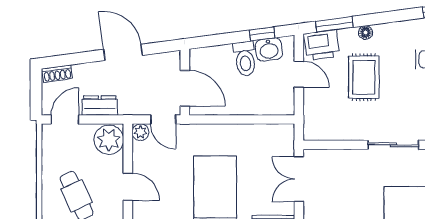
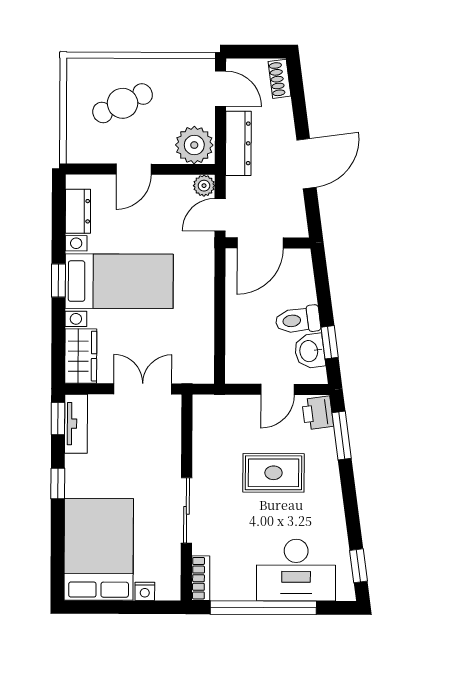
floor lamp: (365, 32) -> (331, 475), removed
printer: (322, 45) -> (318, 413), width x0.73, depth x0.81
dresser: (100, 105) -> (238, 143), width x1.44

